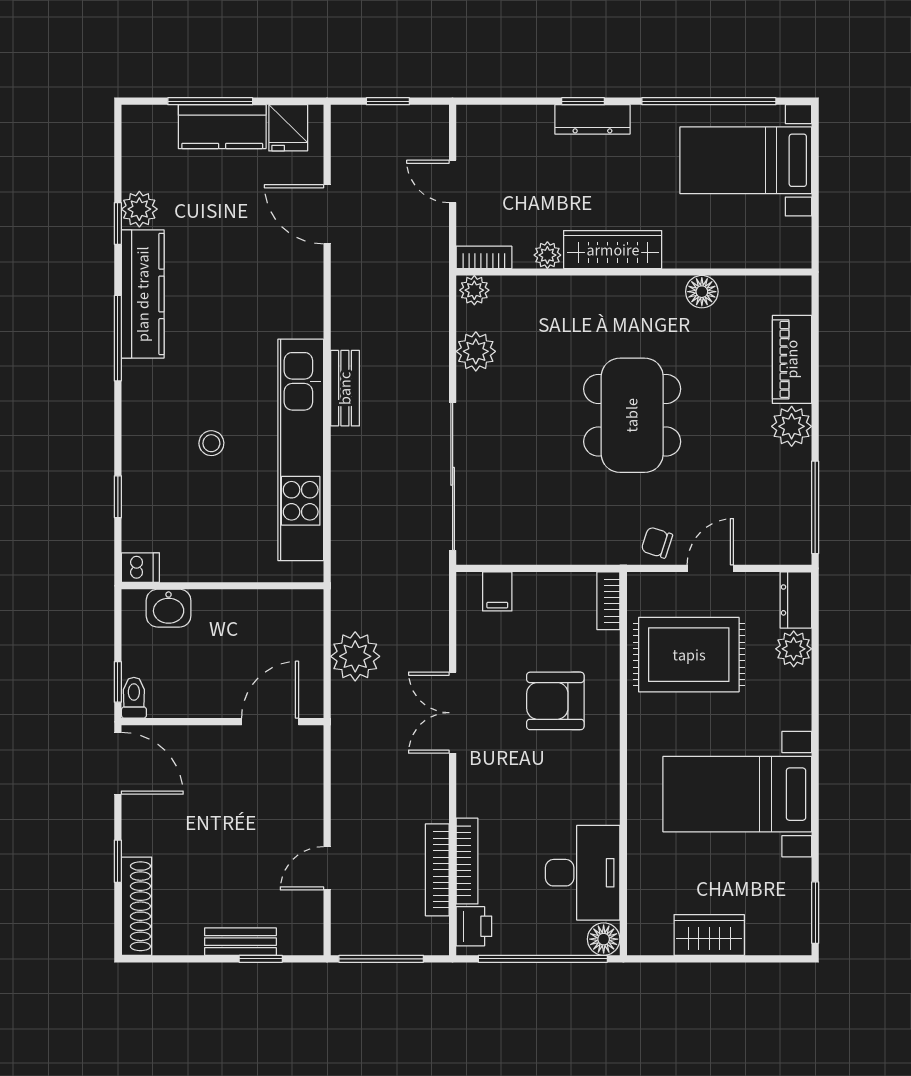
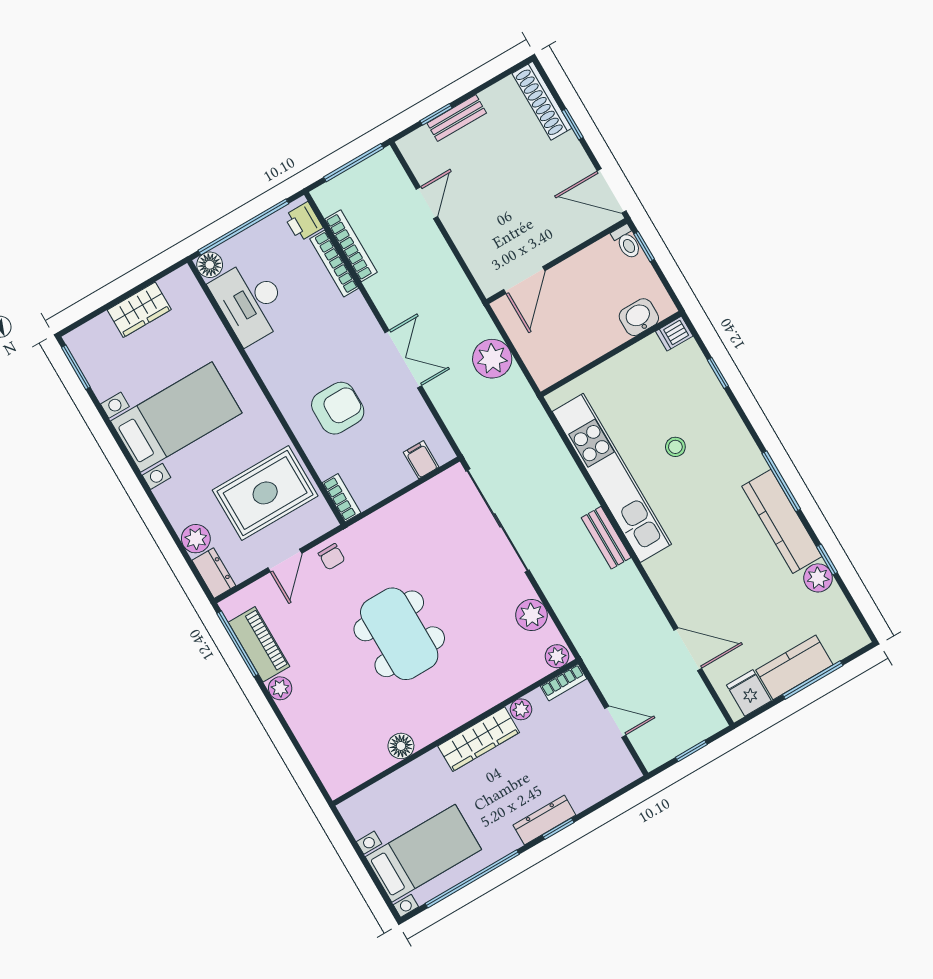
piano: (792, 359) -> (259, 644), moved
plant: (792, 426) -> (280, 688), width x0.73, depth x0.73
chair: (657, 542) -> (332, 557), turned 72

